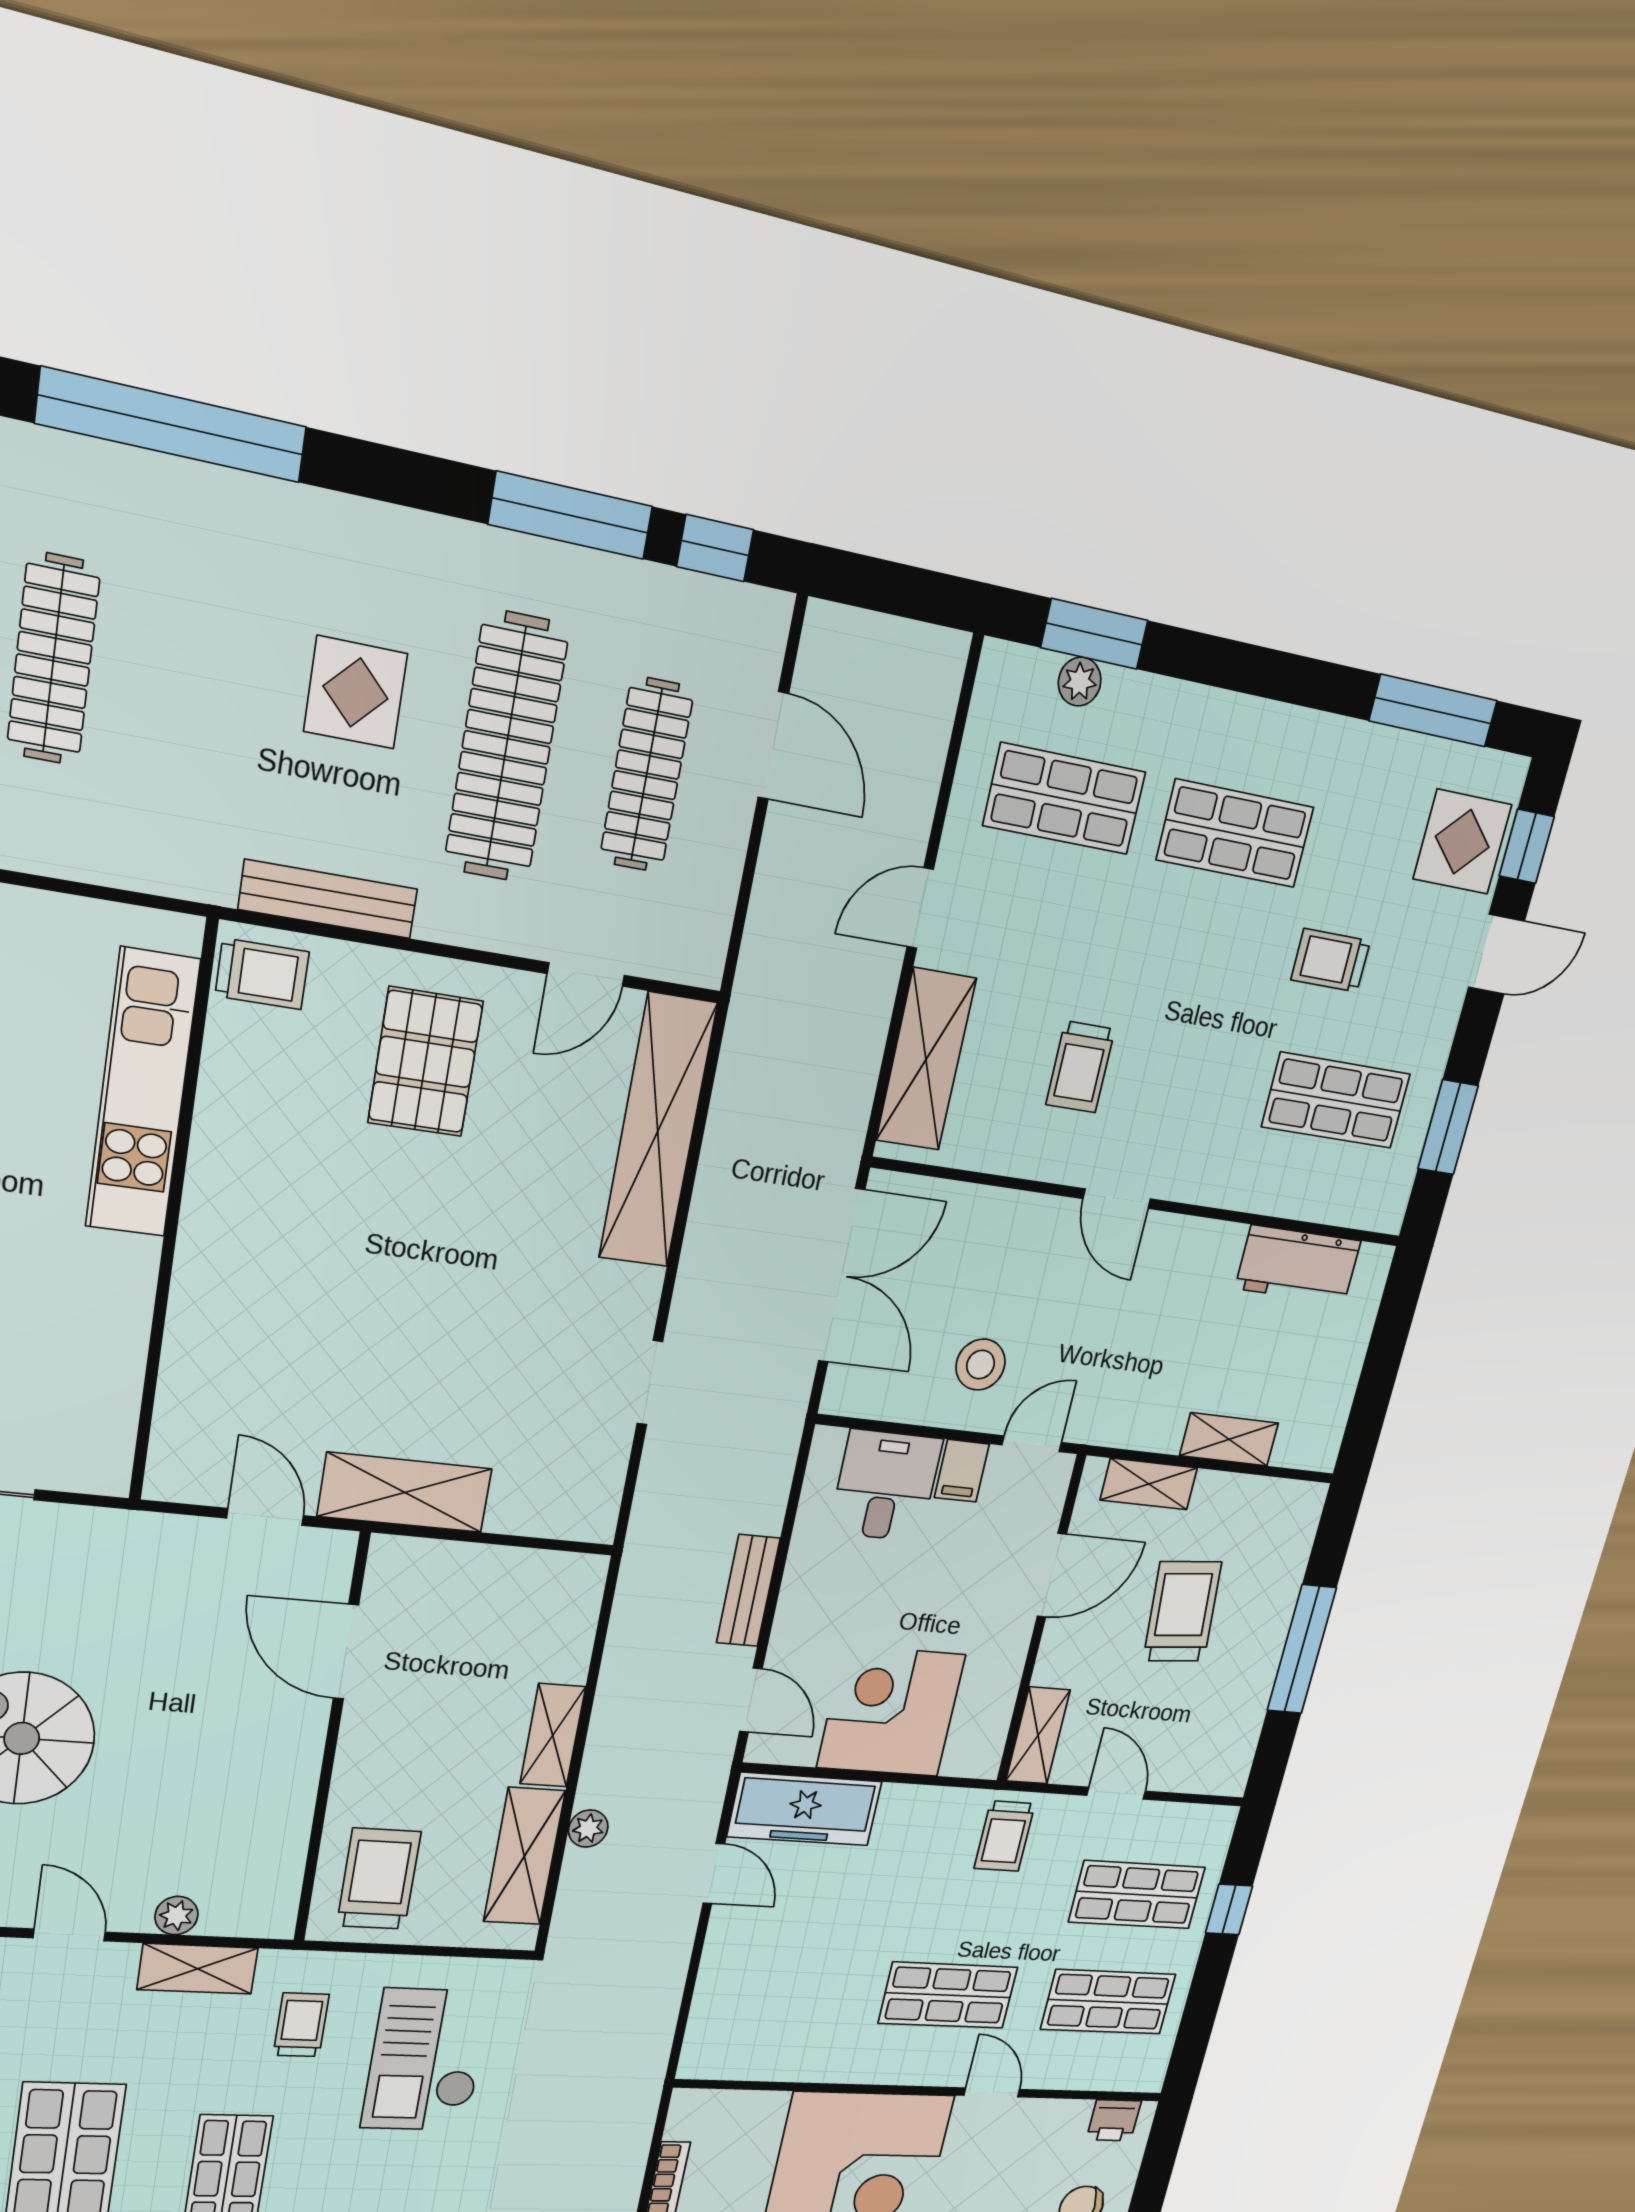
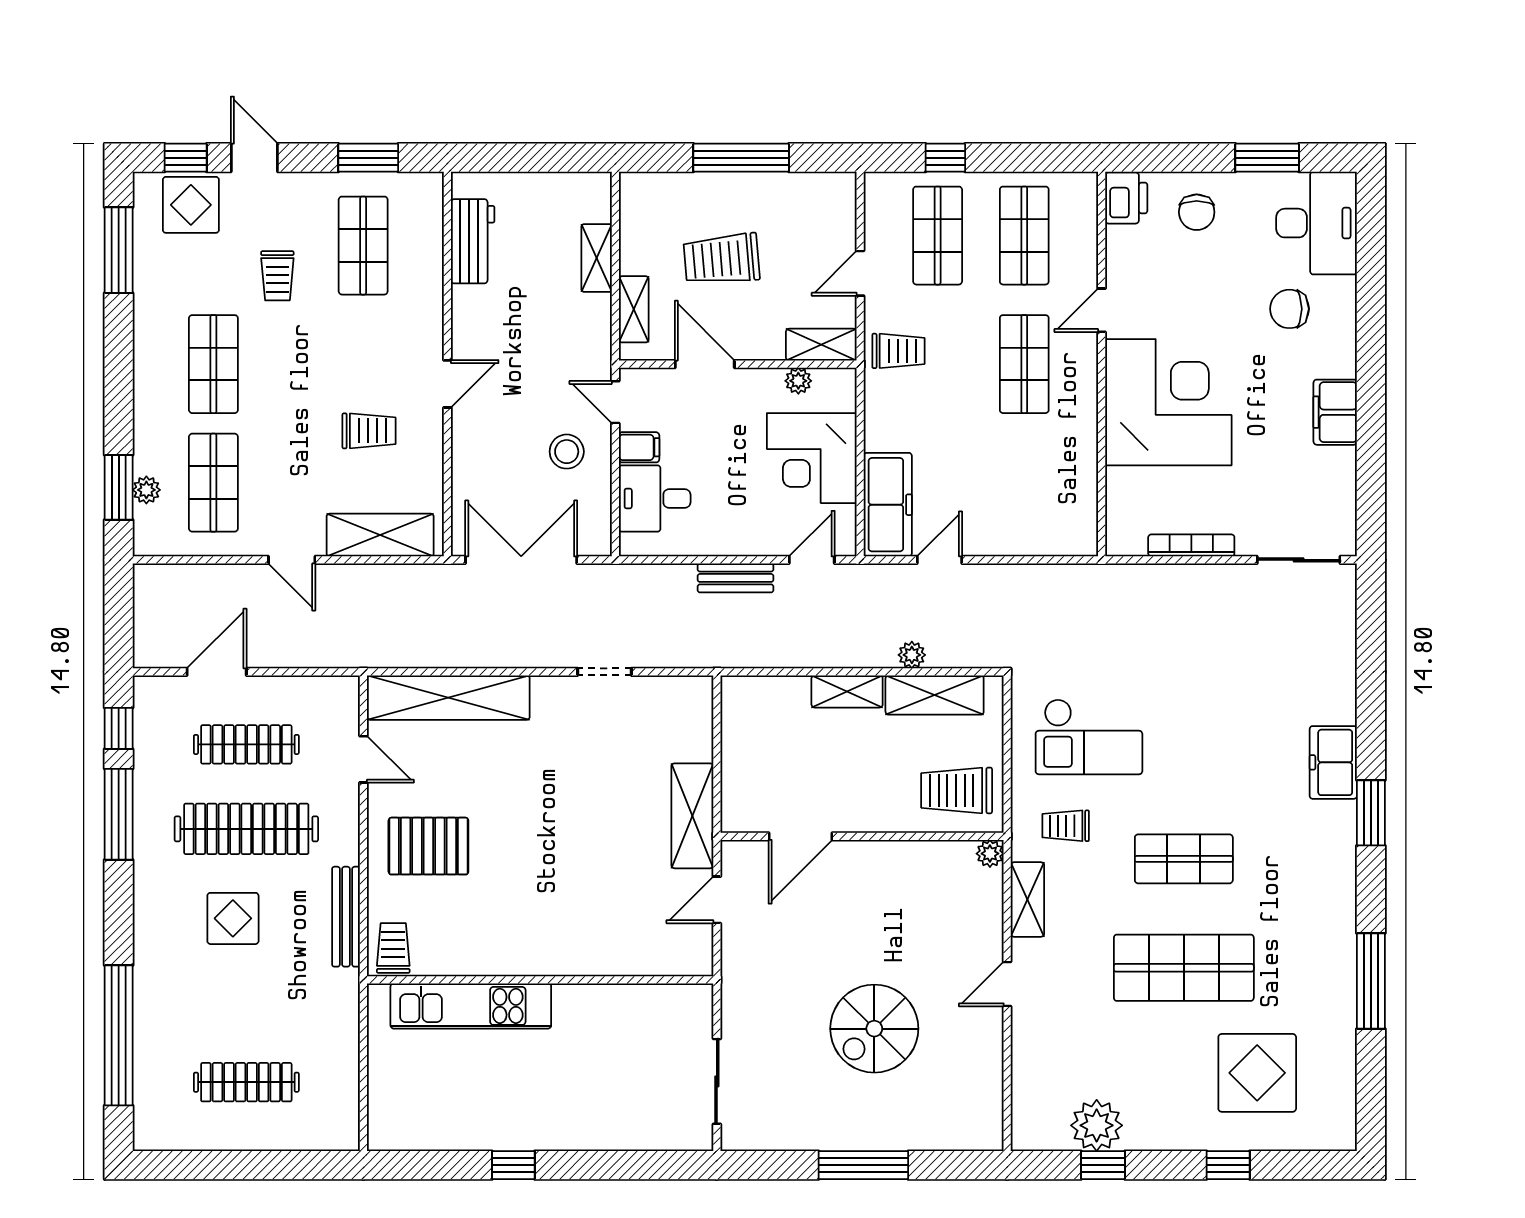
plant: (998, 1701) -> (798, 381), added
plant: (176, 1916) -> (990, 854), moved
printer: (1114, 2120) -> (1126, 198), width x1.36, depth x1.24

